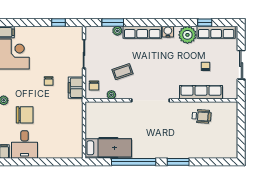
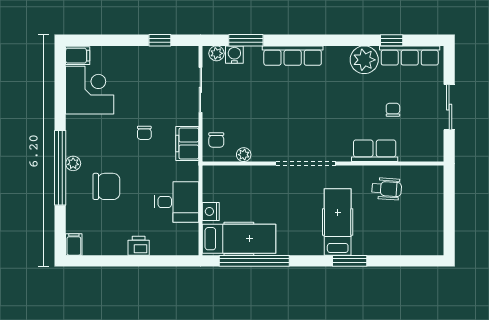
plant: (117, 31) -> (217, 53), moved
water cooler: (168, 32) -> (234, 55), moved
coffee table: (123, 72) -> (261, 118), removed
row of seats: (201, 92) -> (375, 151), width x0.68
nightstand: (91, 131) -> (211, 211), added
hospital bed: (171, 137) -> (338, 222), added
desk: (25, 144) -> (177, 202), moved, turned -90
printer: (45, 152) -> (139, 246), added
window: (134, 162) -> (254, 261), moved

